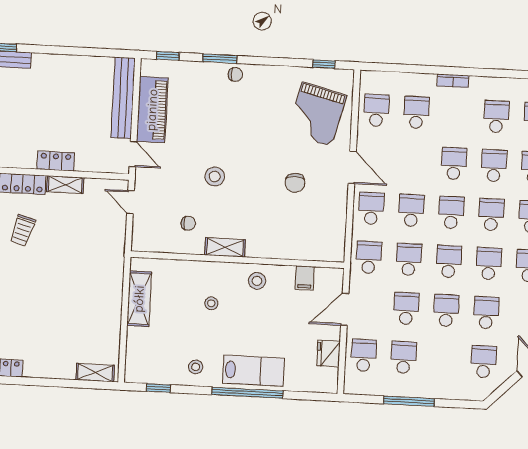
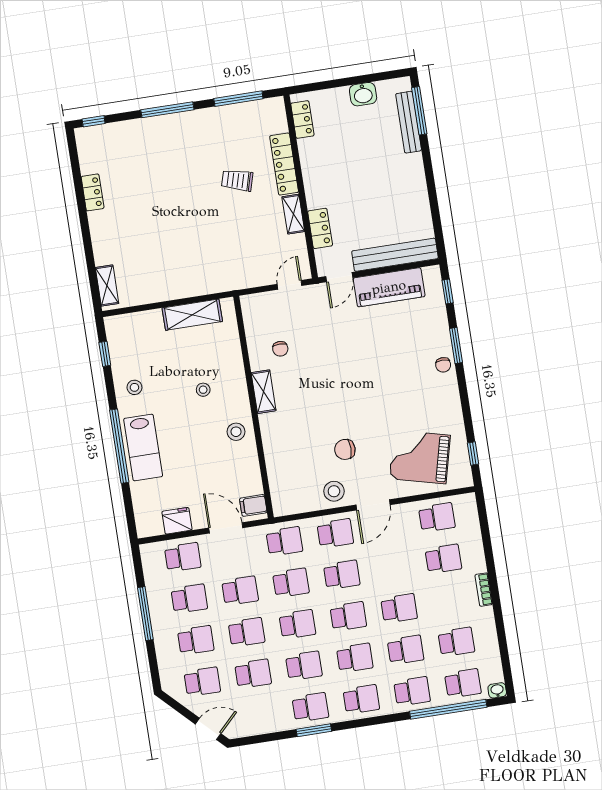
locker: (56, 161) -> (320, 228), moved
stool: (215, 176) -> (334, 491), moved
filing cabinet: (305, 278) -> (253, 505), moved
school desk: (444, 359) -> (196, 640), added

